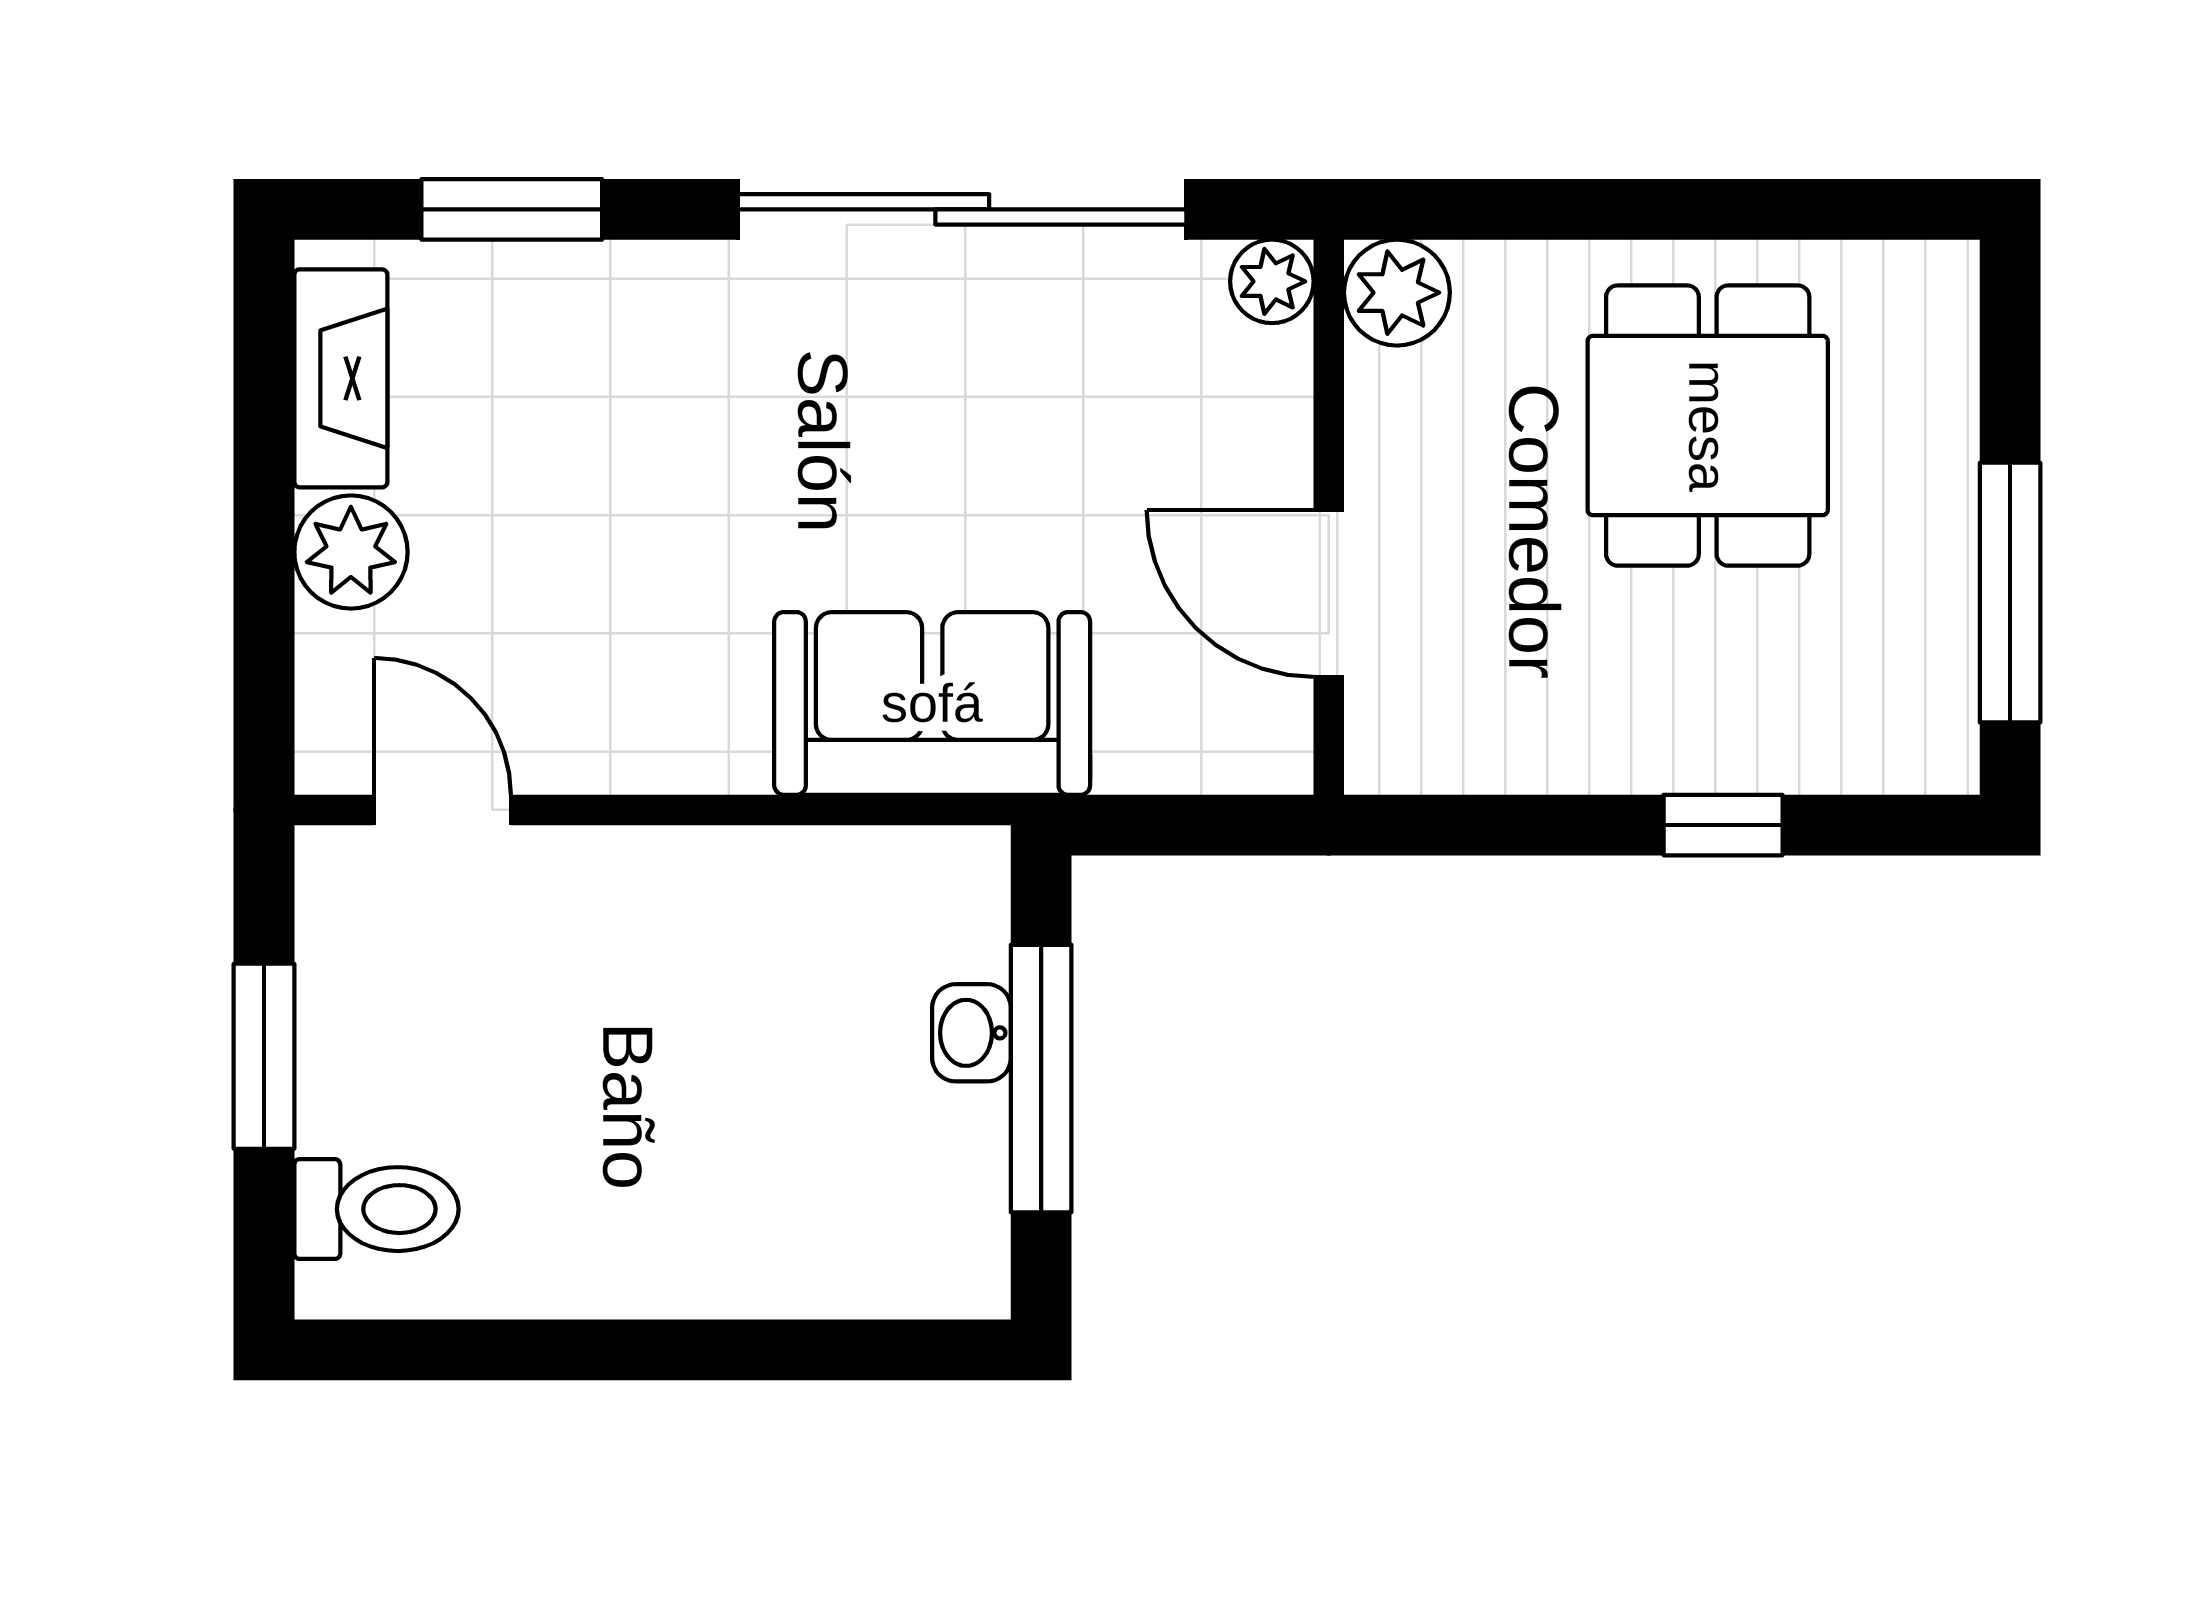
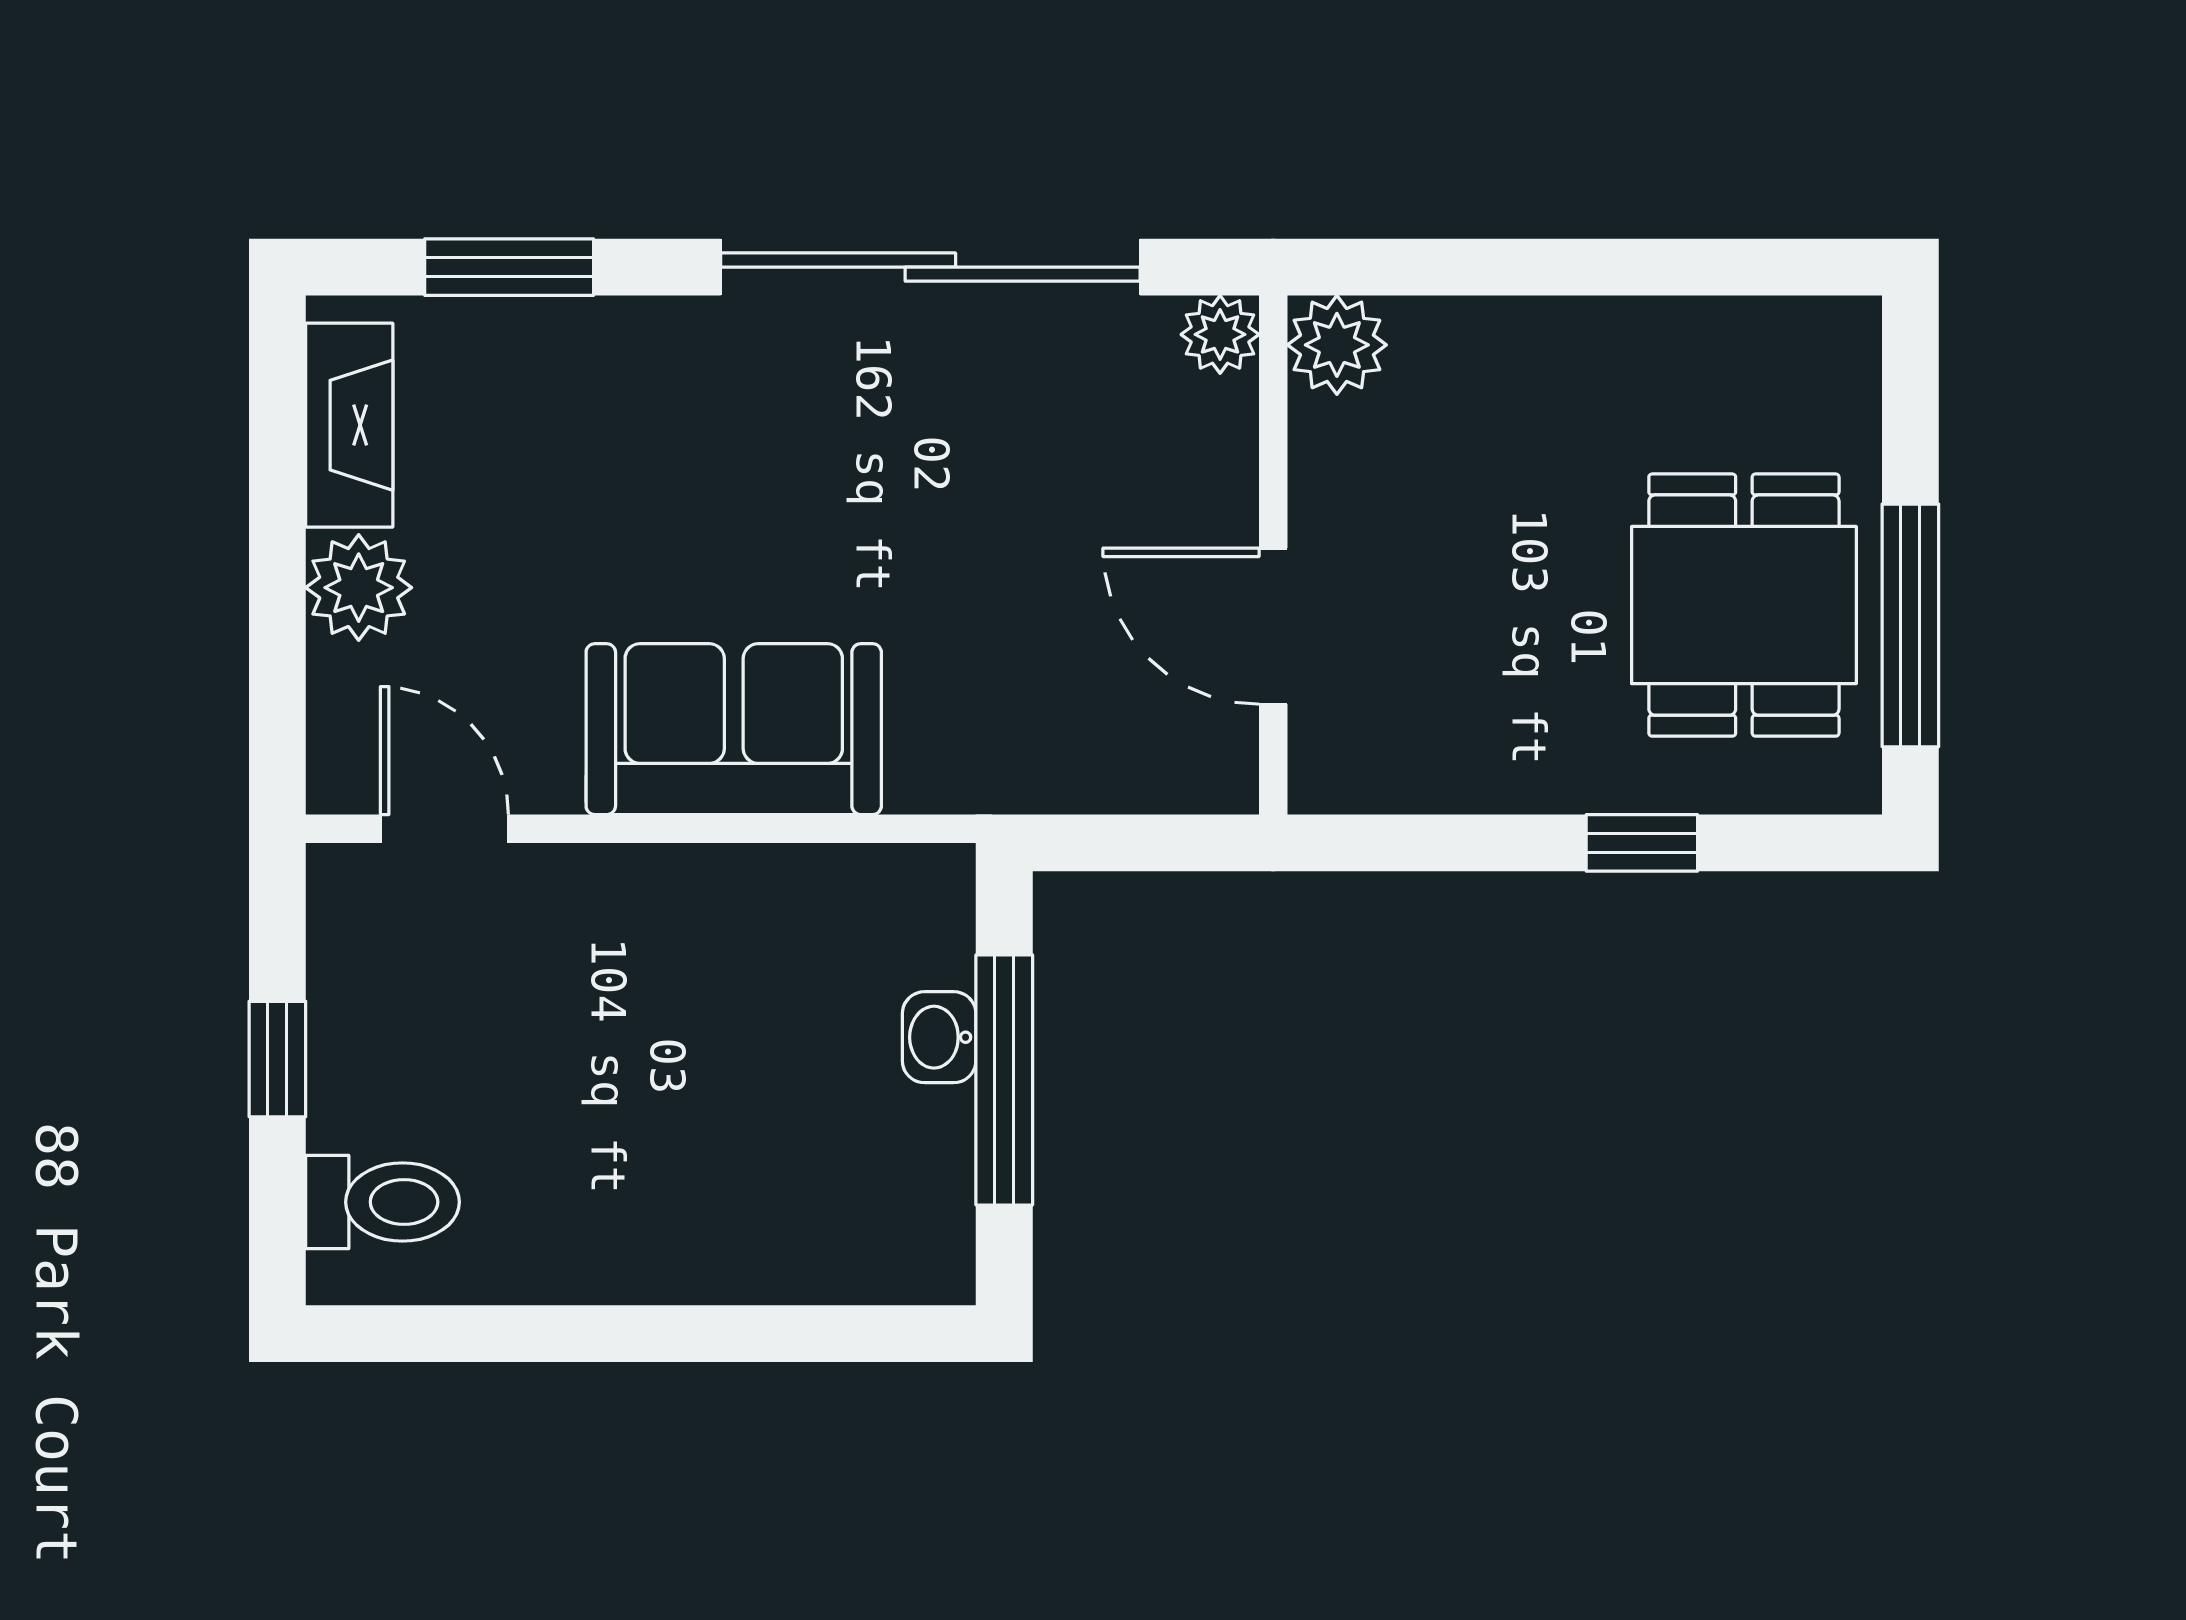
dining table: (1708, 426) -> (1744, 605), moved
sofa: (932, 703) -> (734, 729), moved
window: (264, 1056) -> (277, 1059), width x0.67

